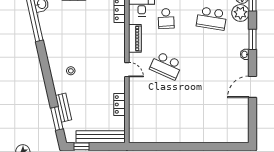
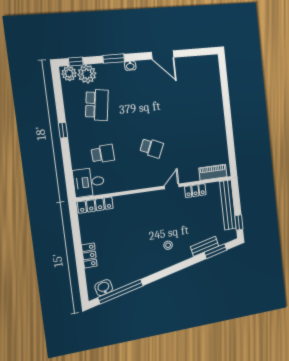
piano: (135, 38) -> (213, 172), moved
school desk: (166, 66) -> (152, 148), width x0.54
door: (127, 70) -> (172, 186), moved

